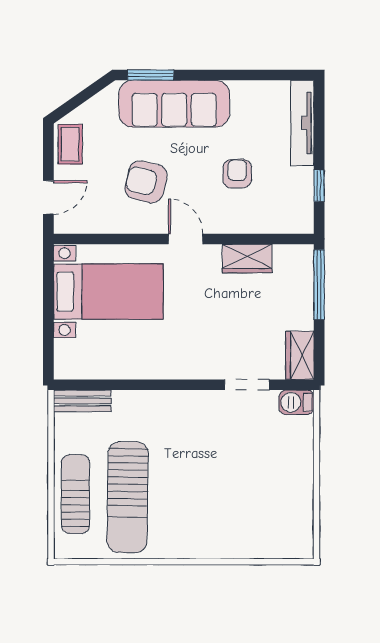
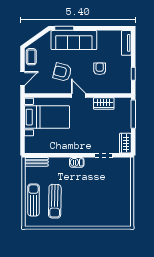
tv unit: (302, 123) -> (126, 43), width x0.71
barbecue: (296, 402) -> (77, 162), moved
sun lounger: (128, 497) -> (55, 201), width x0.73, depth x0.75

